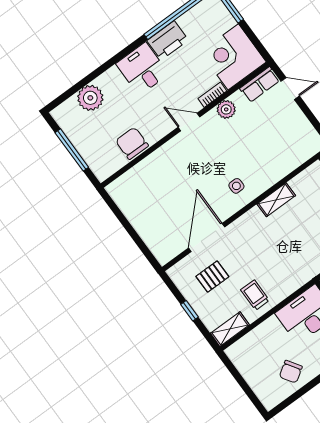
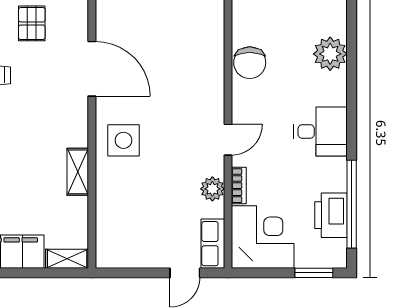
printer: (168, 40) -> (331, 215), moved
chair: (132, 143) -> (250, 63), turned 90
side table: (236, 186) -> (123, 140), width x1.87, depth x1.87
pallet: (212, 277) -> (32, 23), moved

